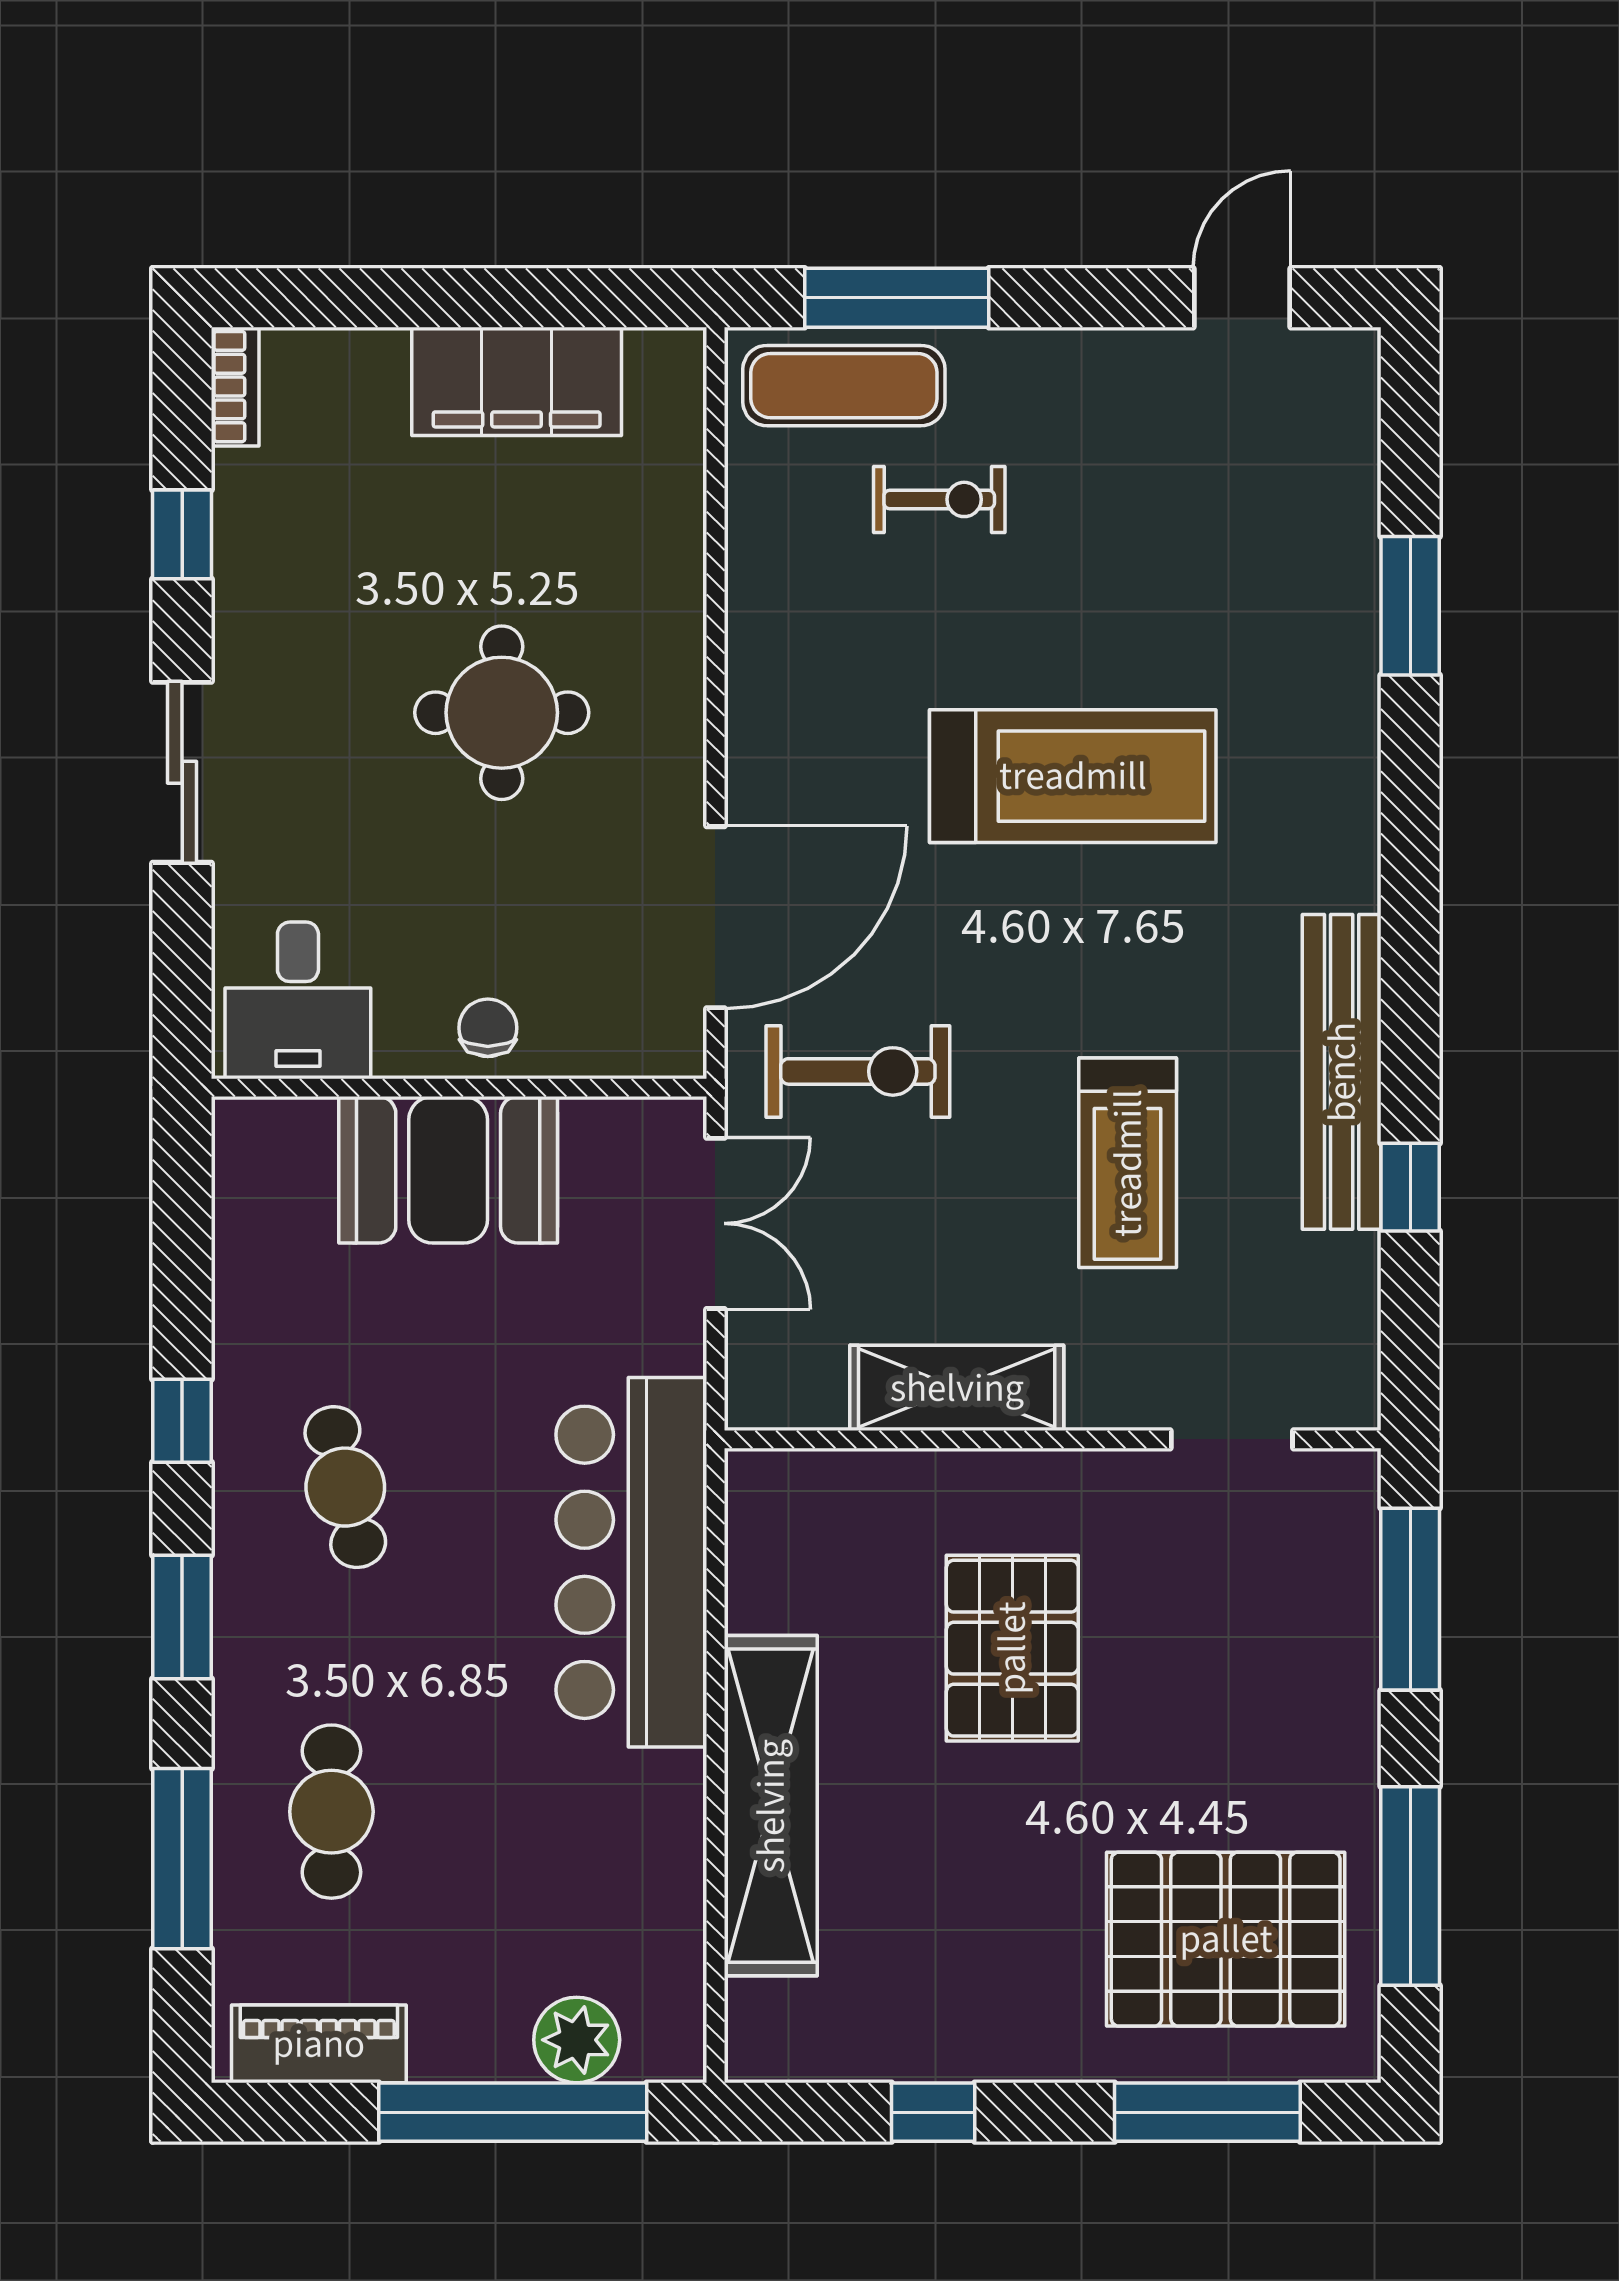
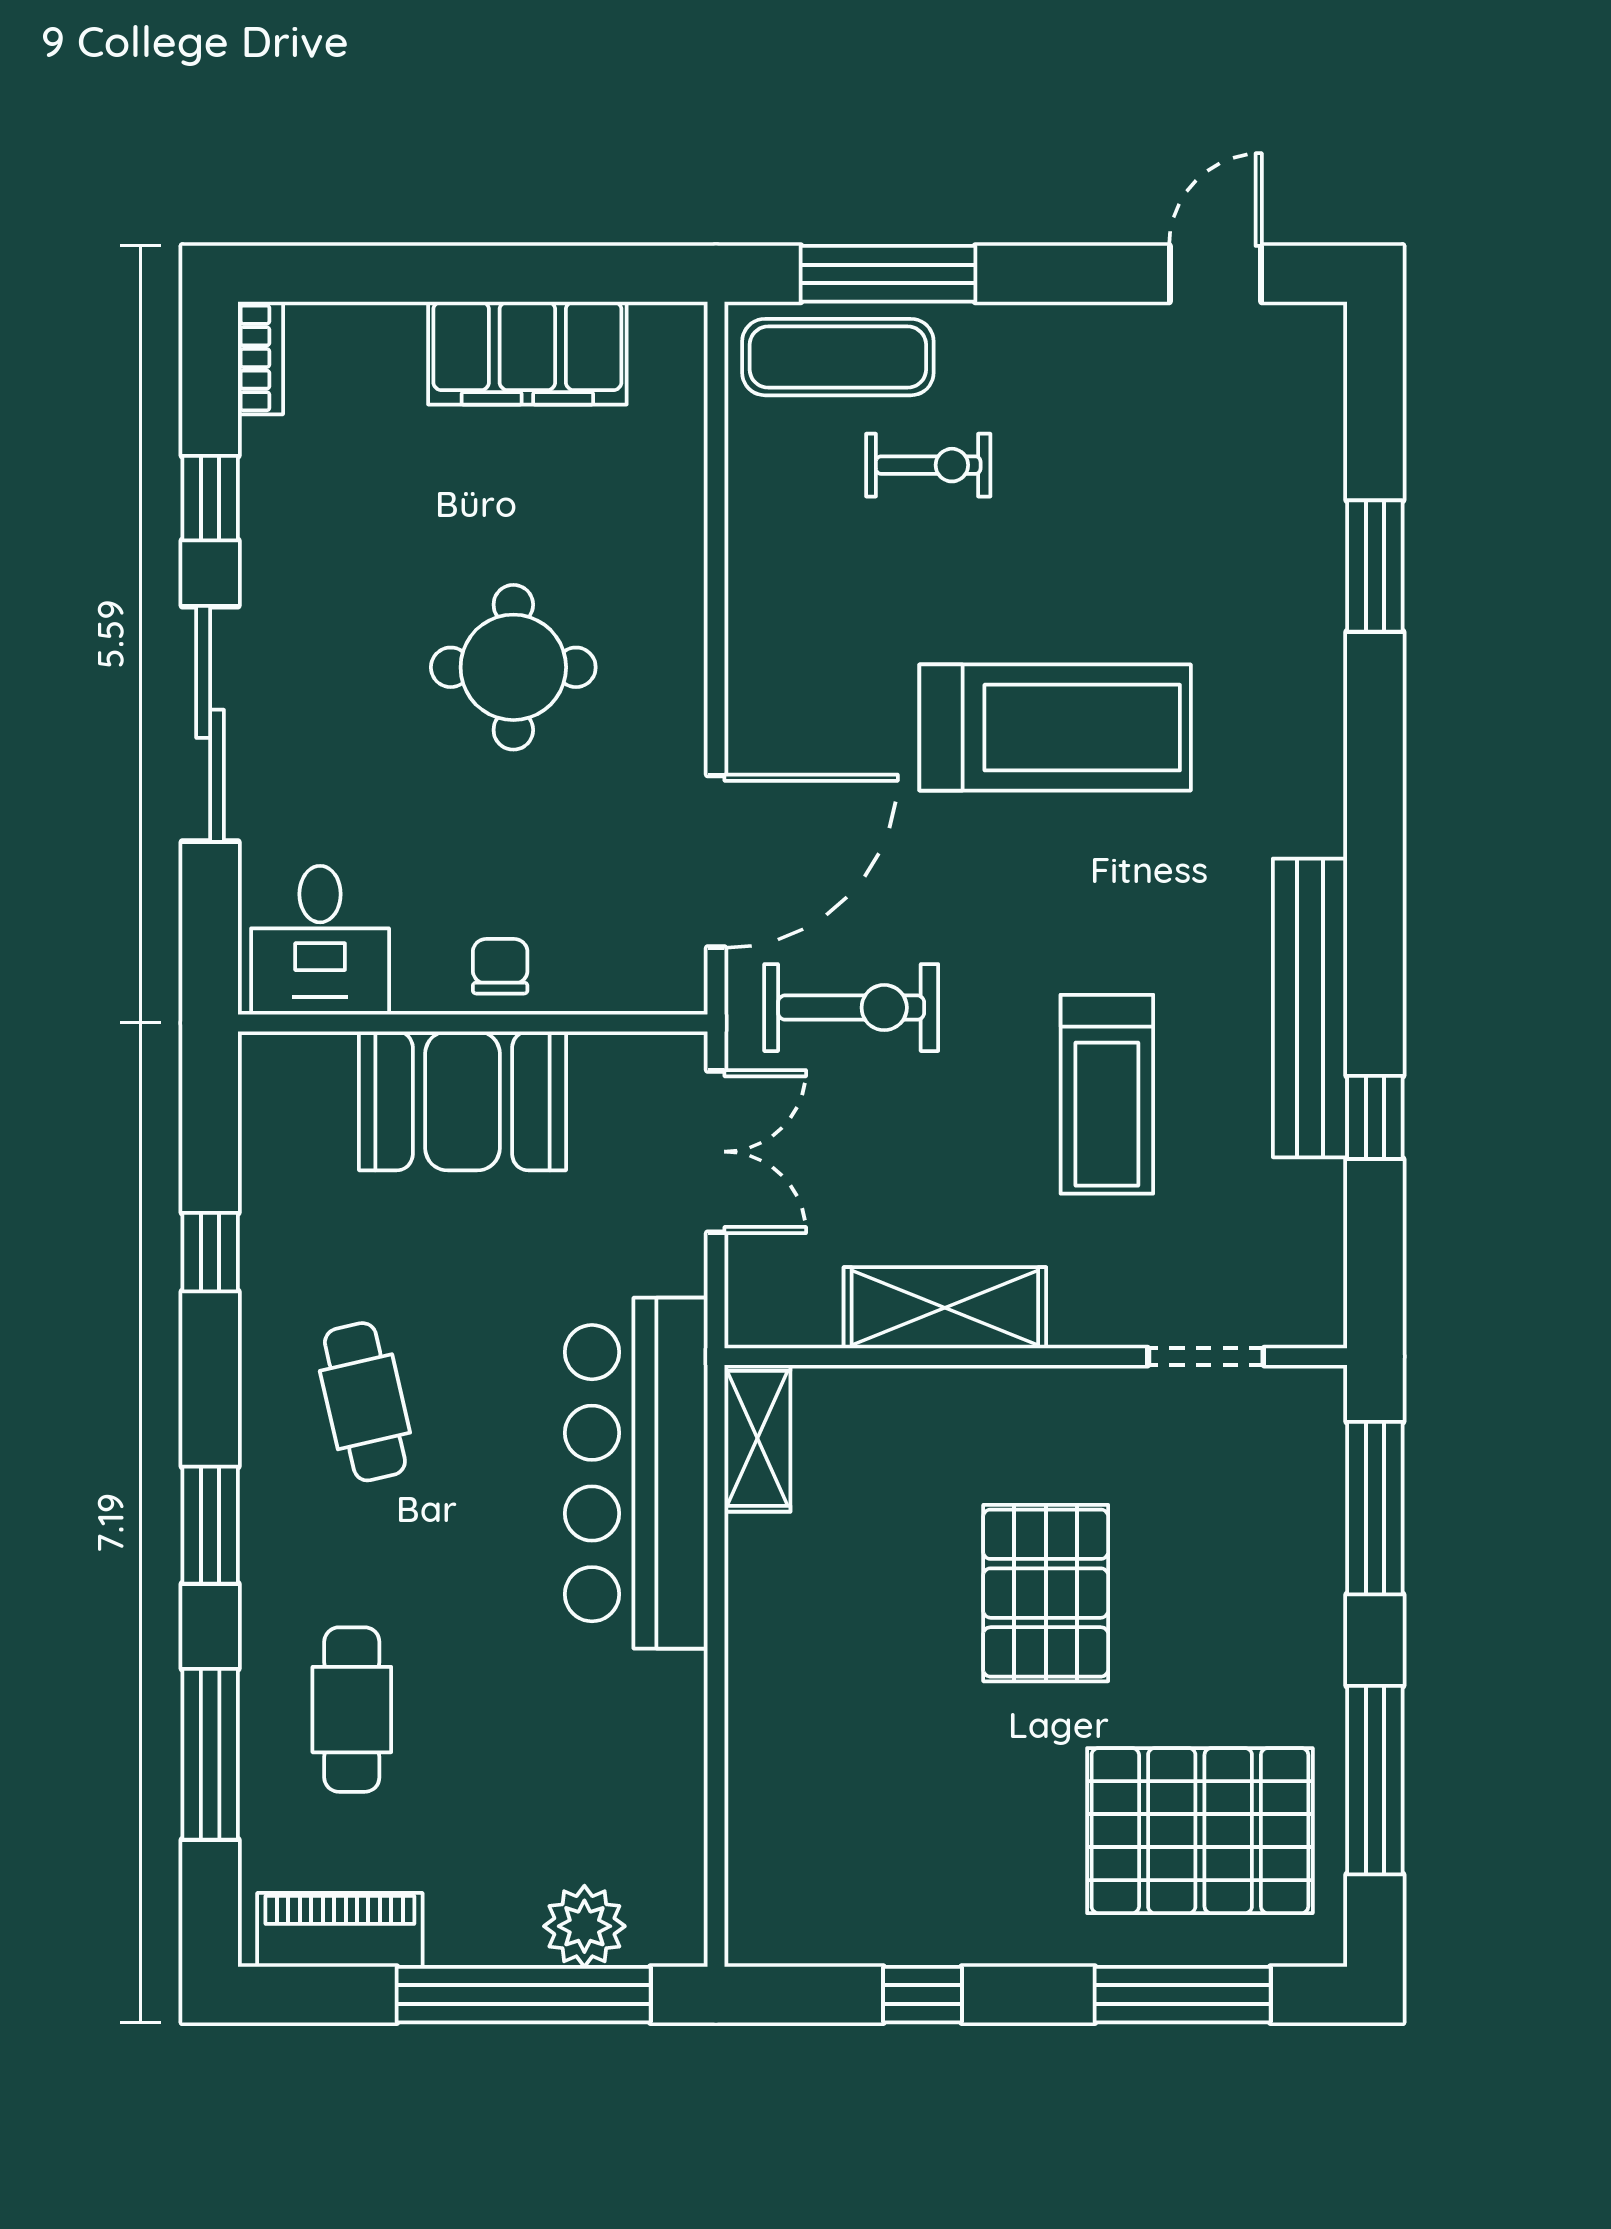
sliding door: (182, 772) -> (210, 724), width x1.37
window: (182, 1421) -> (210, 1252), moved
pallet: (1012, 1648) -> (1046, 1593), moved
shelving: (771, 1806) -> (757, 1438), moved, width x0.45, depth x0.75

